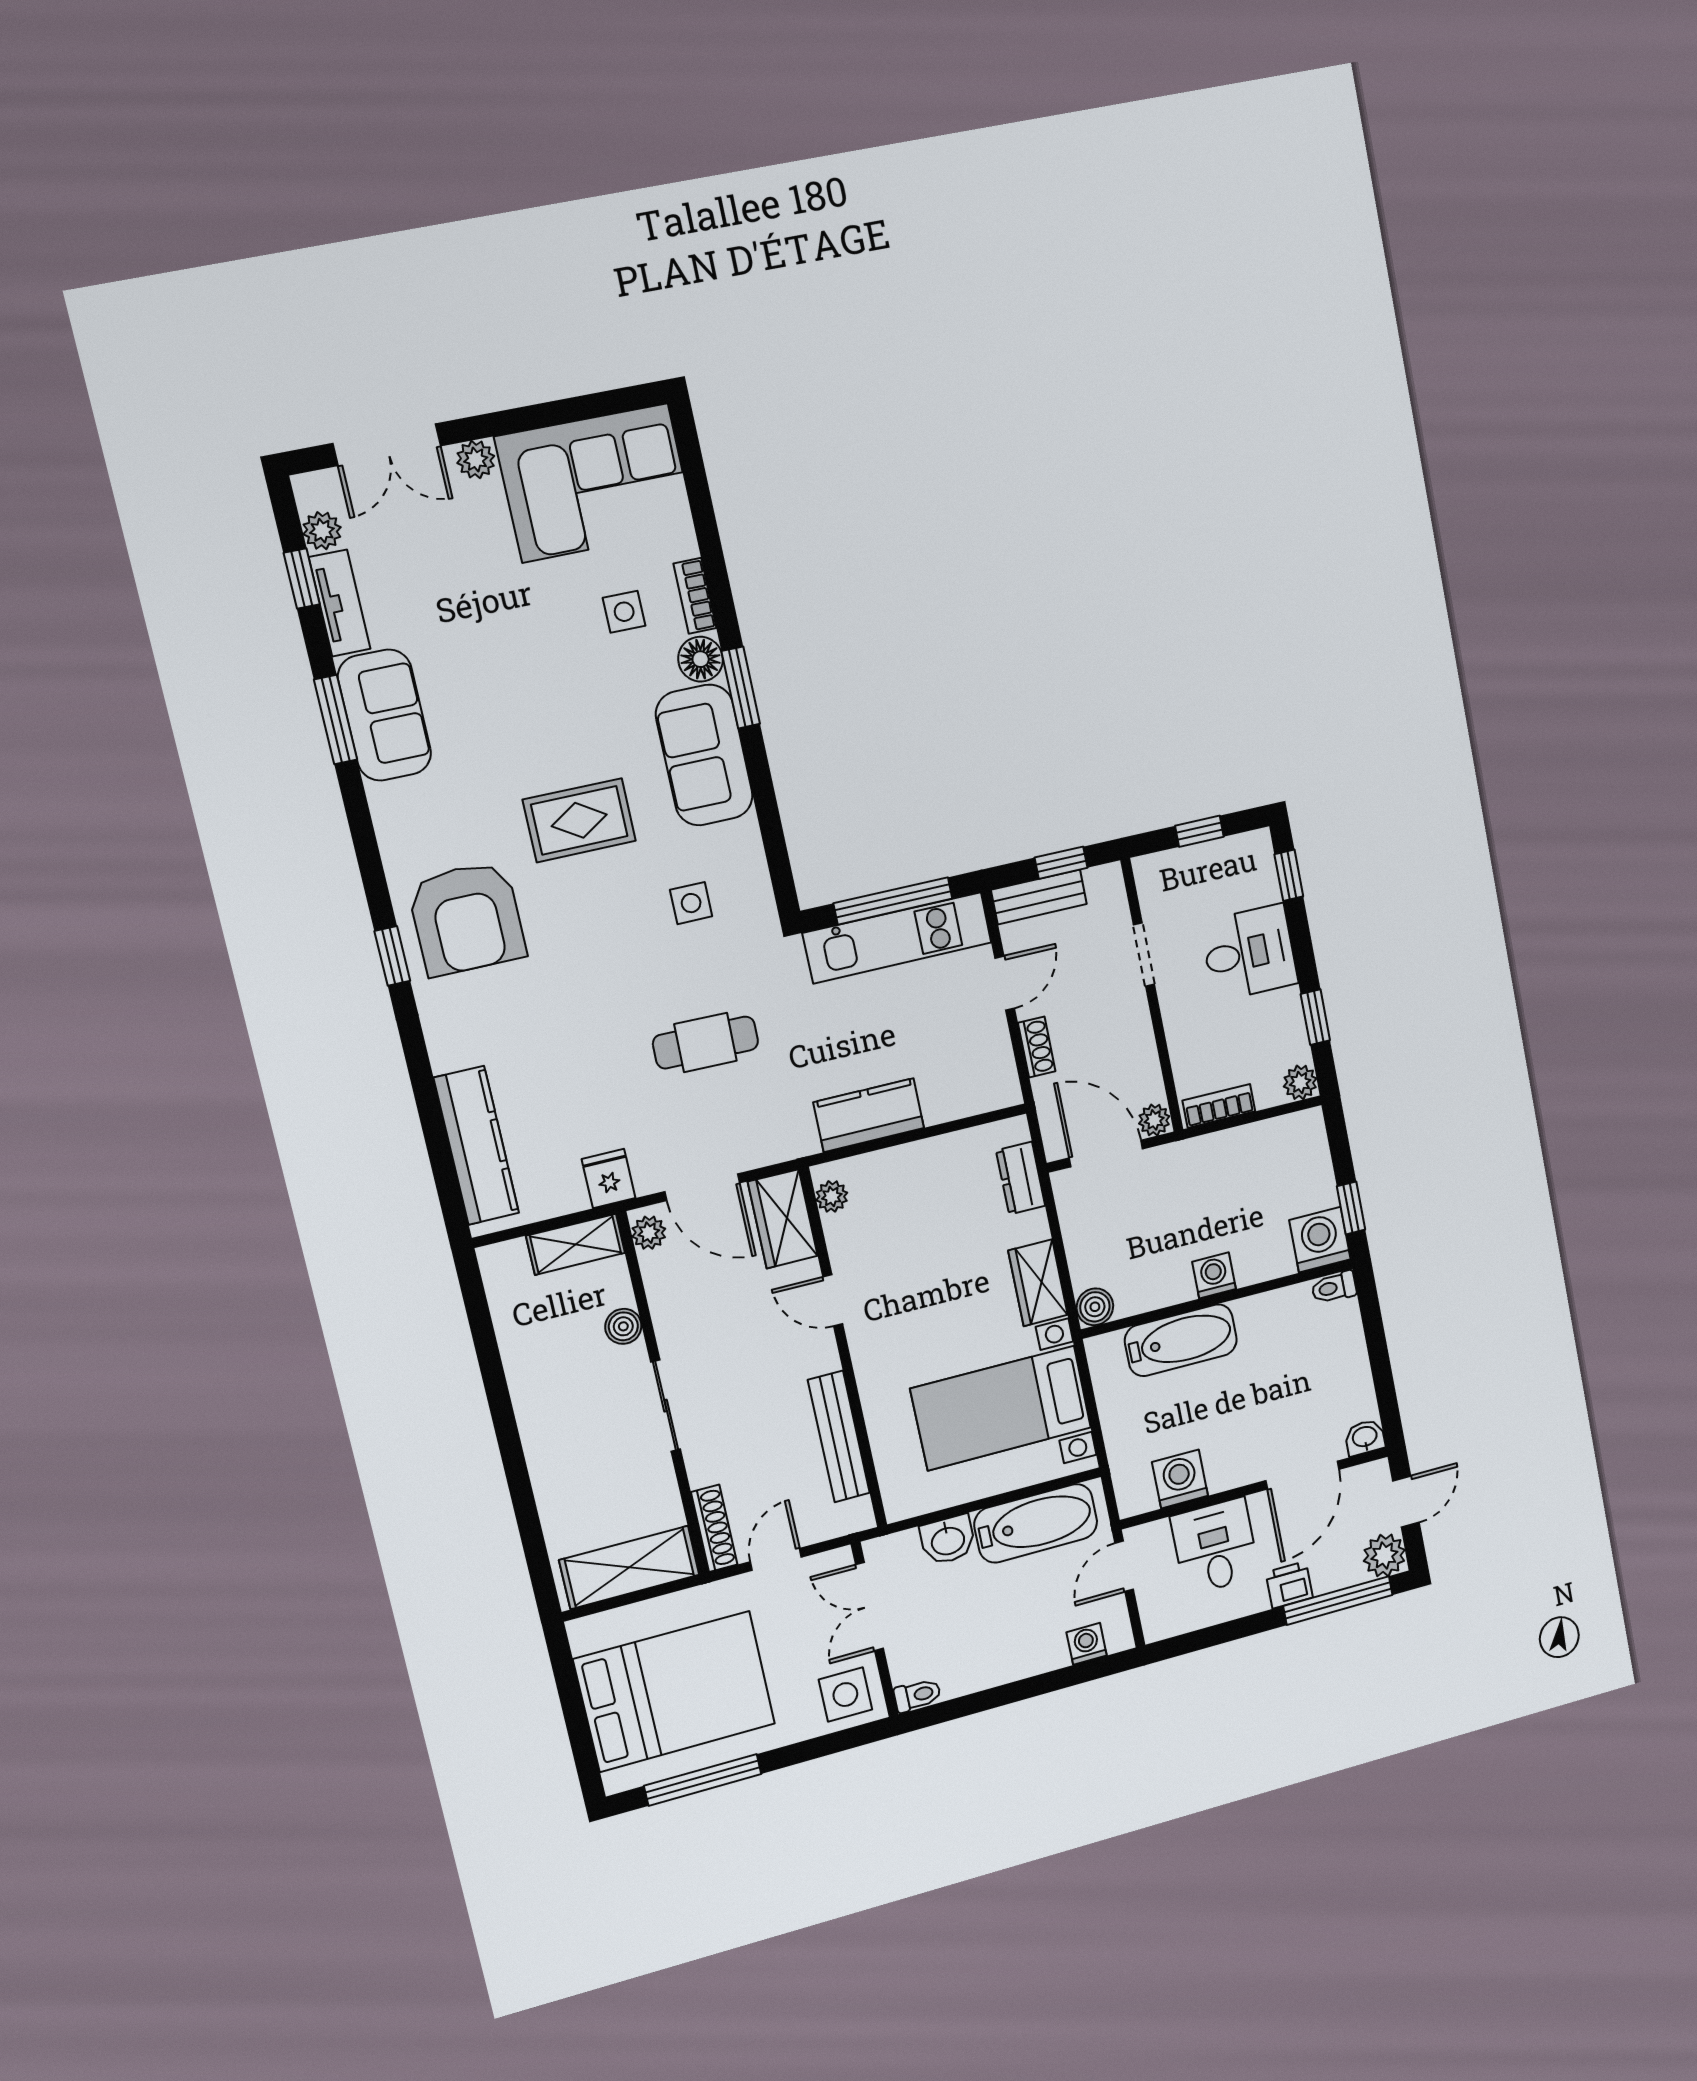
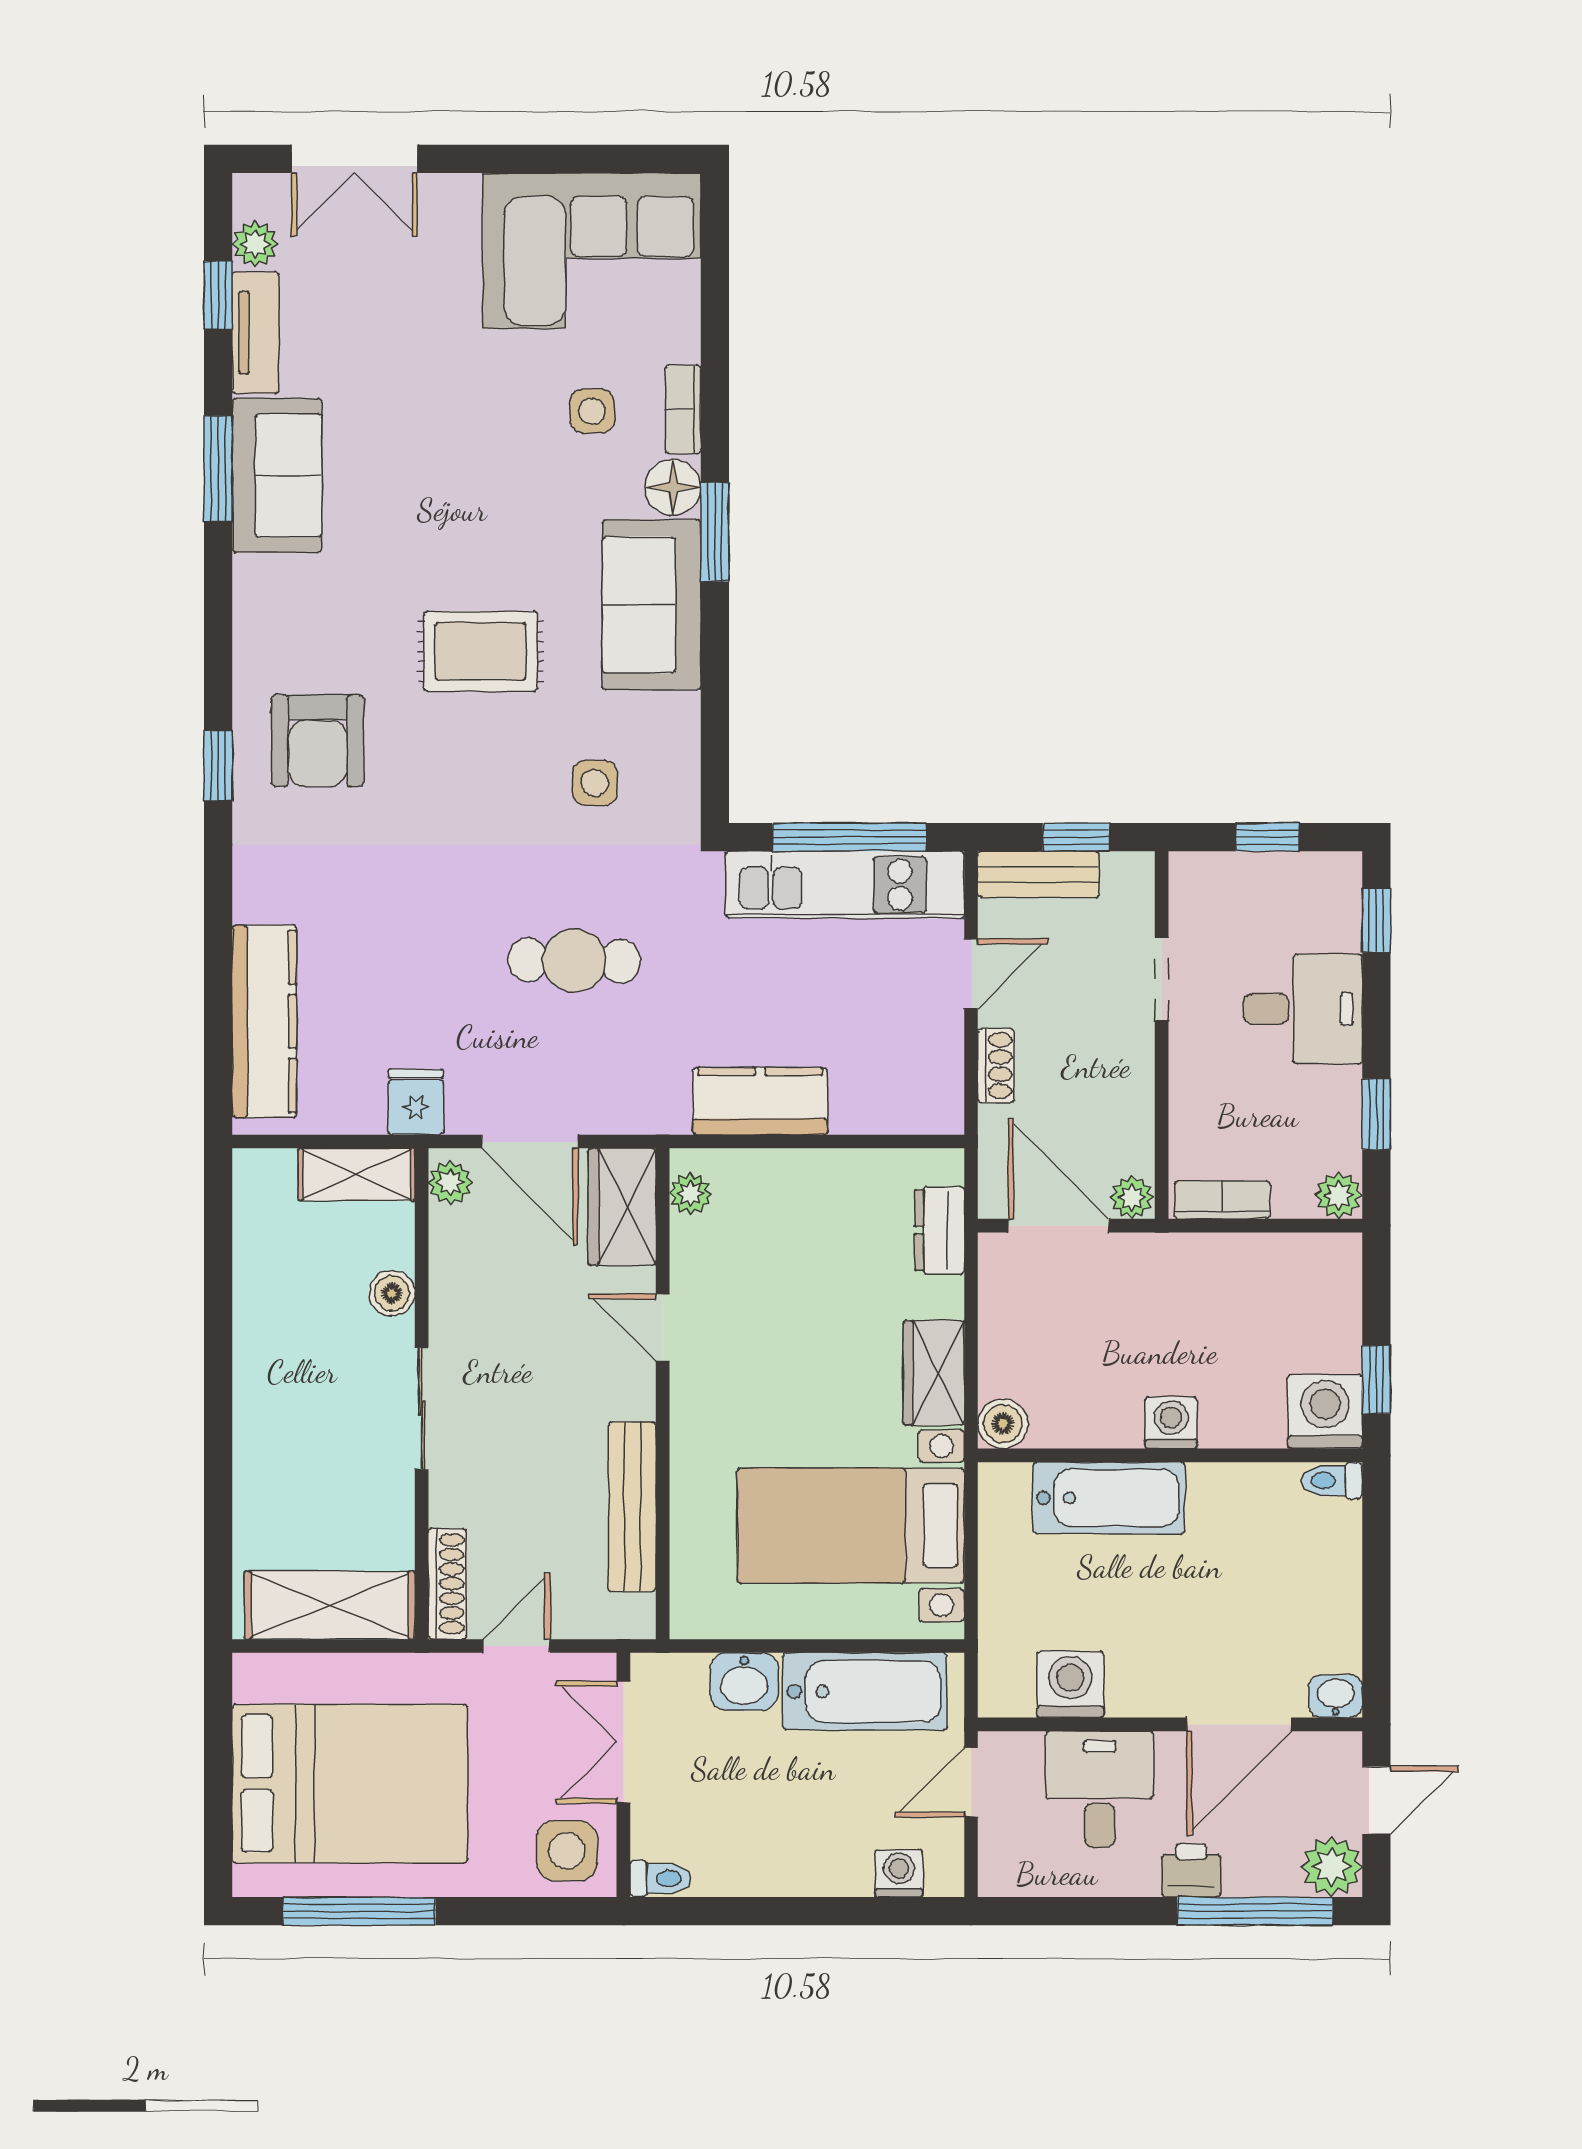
plant: (476, 460) -> (455, 196), removed
armchair: (467, 918) -> (318, 740), width x0.73, depth x0.73

